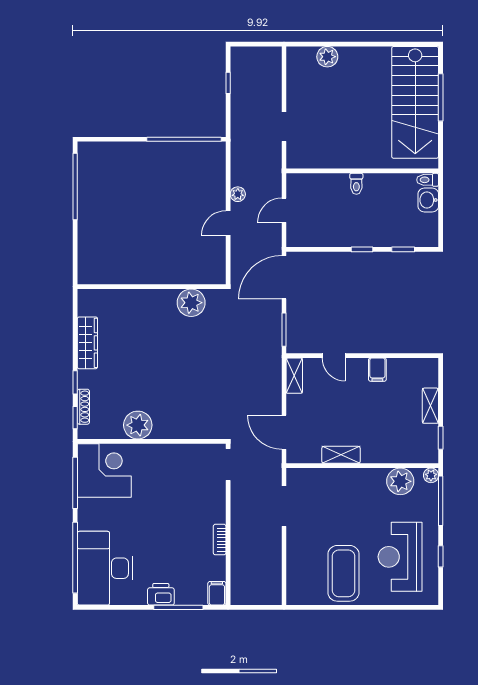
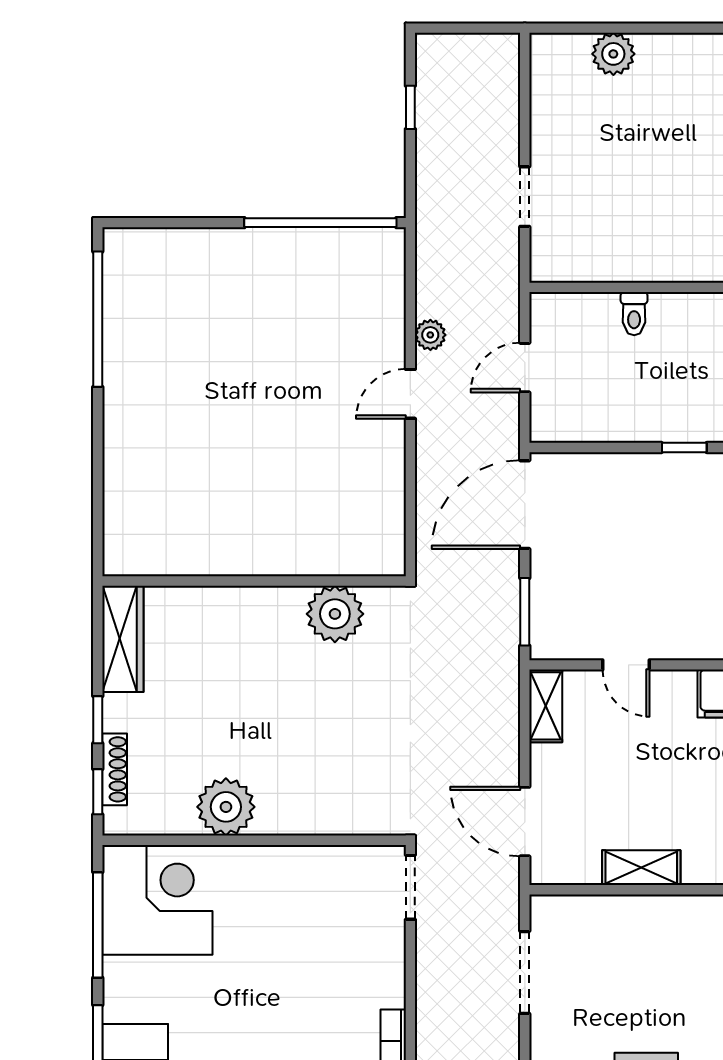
toilet: (356, 184) -> (634, 314), moved
wall: (152, 287) -> (254, 581), moved
plant: (191, 303) -> (335, 614), moved

